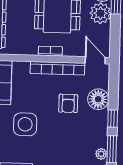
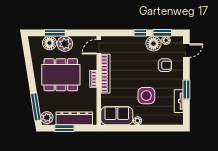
floor lamp: (98, 99) -> (153, 44), moved
armchair: (68, 103) -> (165, 65), moved

